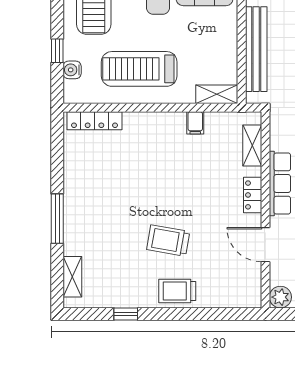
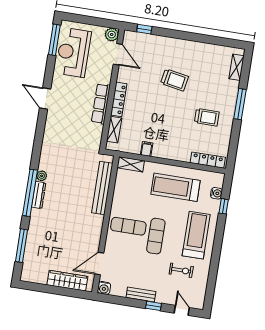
treadmill: (139, 69) -> (175, 187), turned 180
locker: (253, 195) -> (119, 99), width x1.53
door: (265, 245) -> (118, 54), moved
trolley: (177, 291) -> (207, 117), moved
window: (126, 314) -> (144, 29), moved

